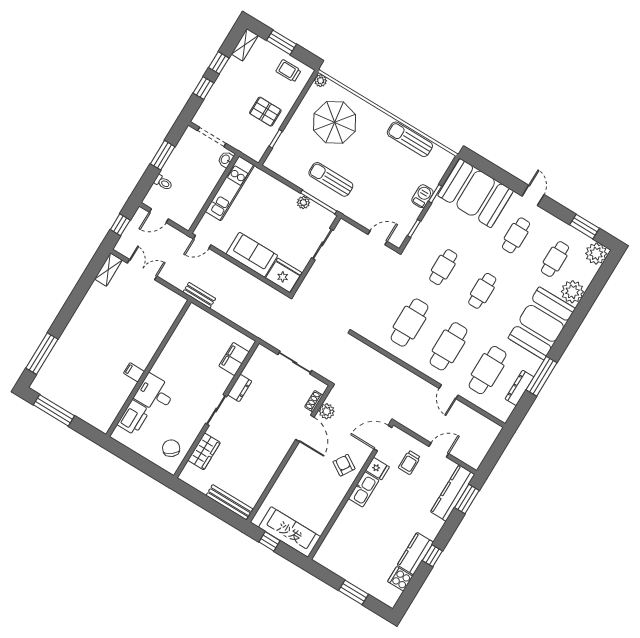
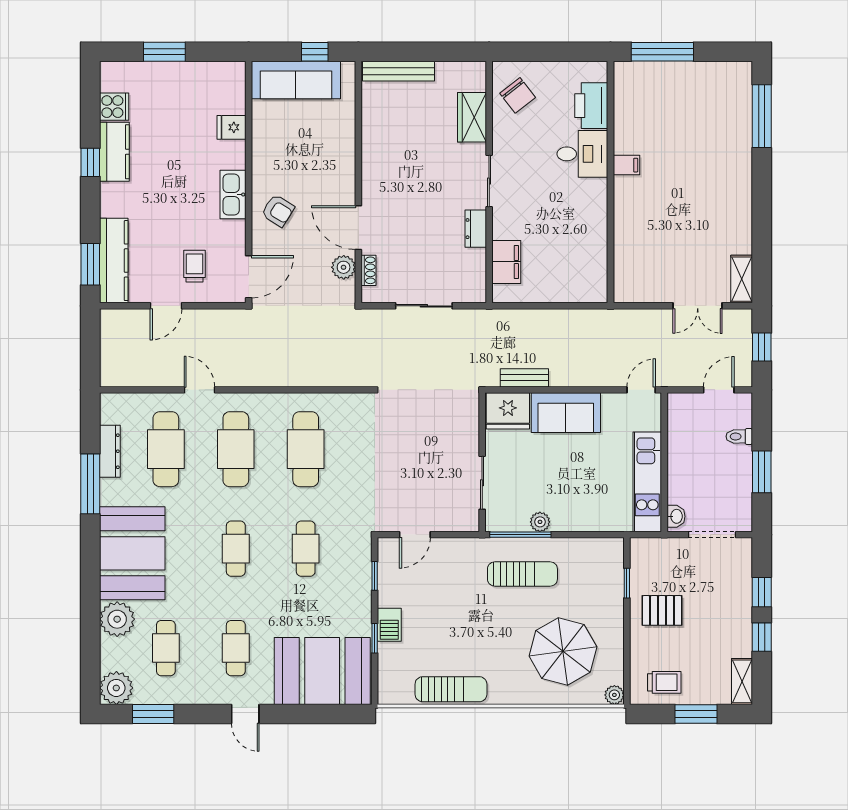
bench: (199, 295) -> (524, 378), moved
window: (54, 410) -> (662, 52), moved
fridge: (377, 469) -> (232, 127), moved

